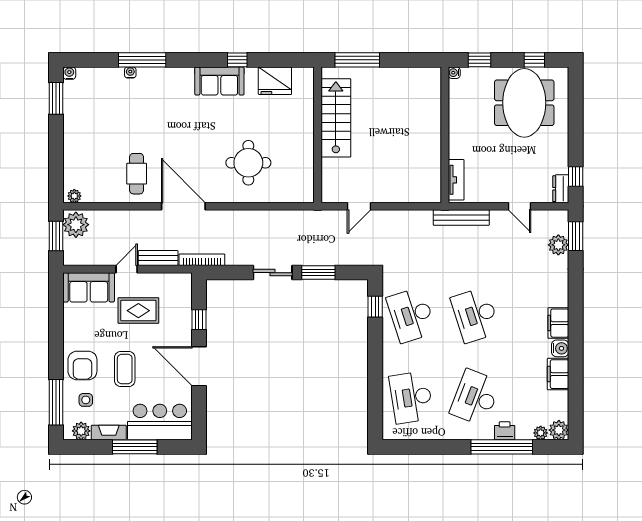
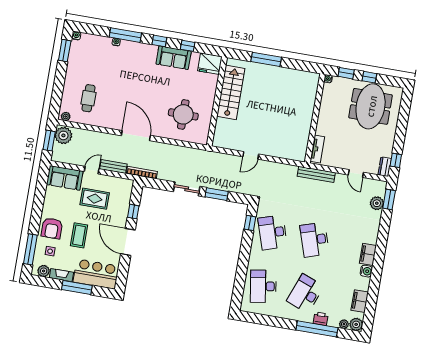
window: (194, 60) -> (159, 41), added
window: (534, 60) -> (369, 77), moved
stairs: (336, 118) -> (231, 92), moved
wall: (318, 135) -> (217, 101), moved
cafe table: (137, 174) -> (88, 98), moved
filing cabinet: (558, 374) -> (360, 301), moved

